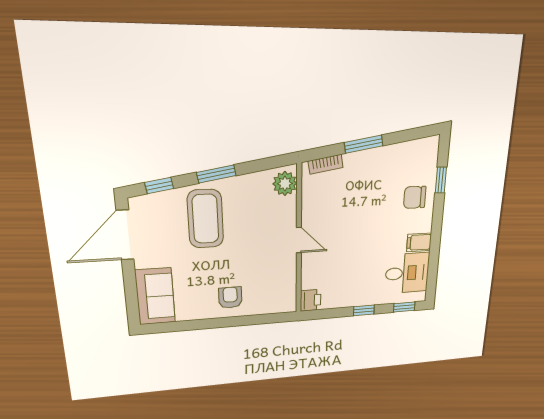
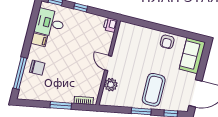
window: (441, 180) -> (20, 73), width x2.17
plant: (285, 184) -> (111, 85), moved
armchair: (230, 297) -> (167, 42), moved

